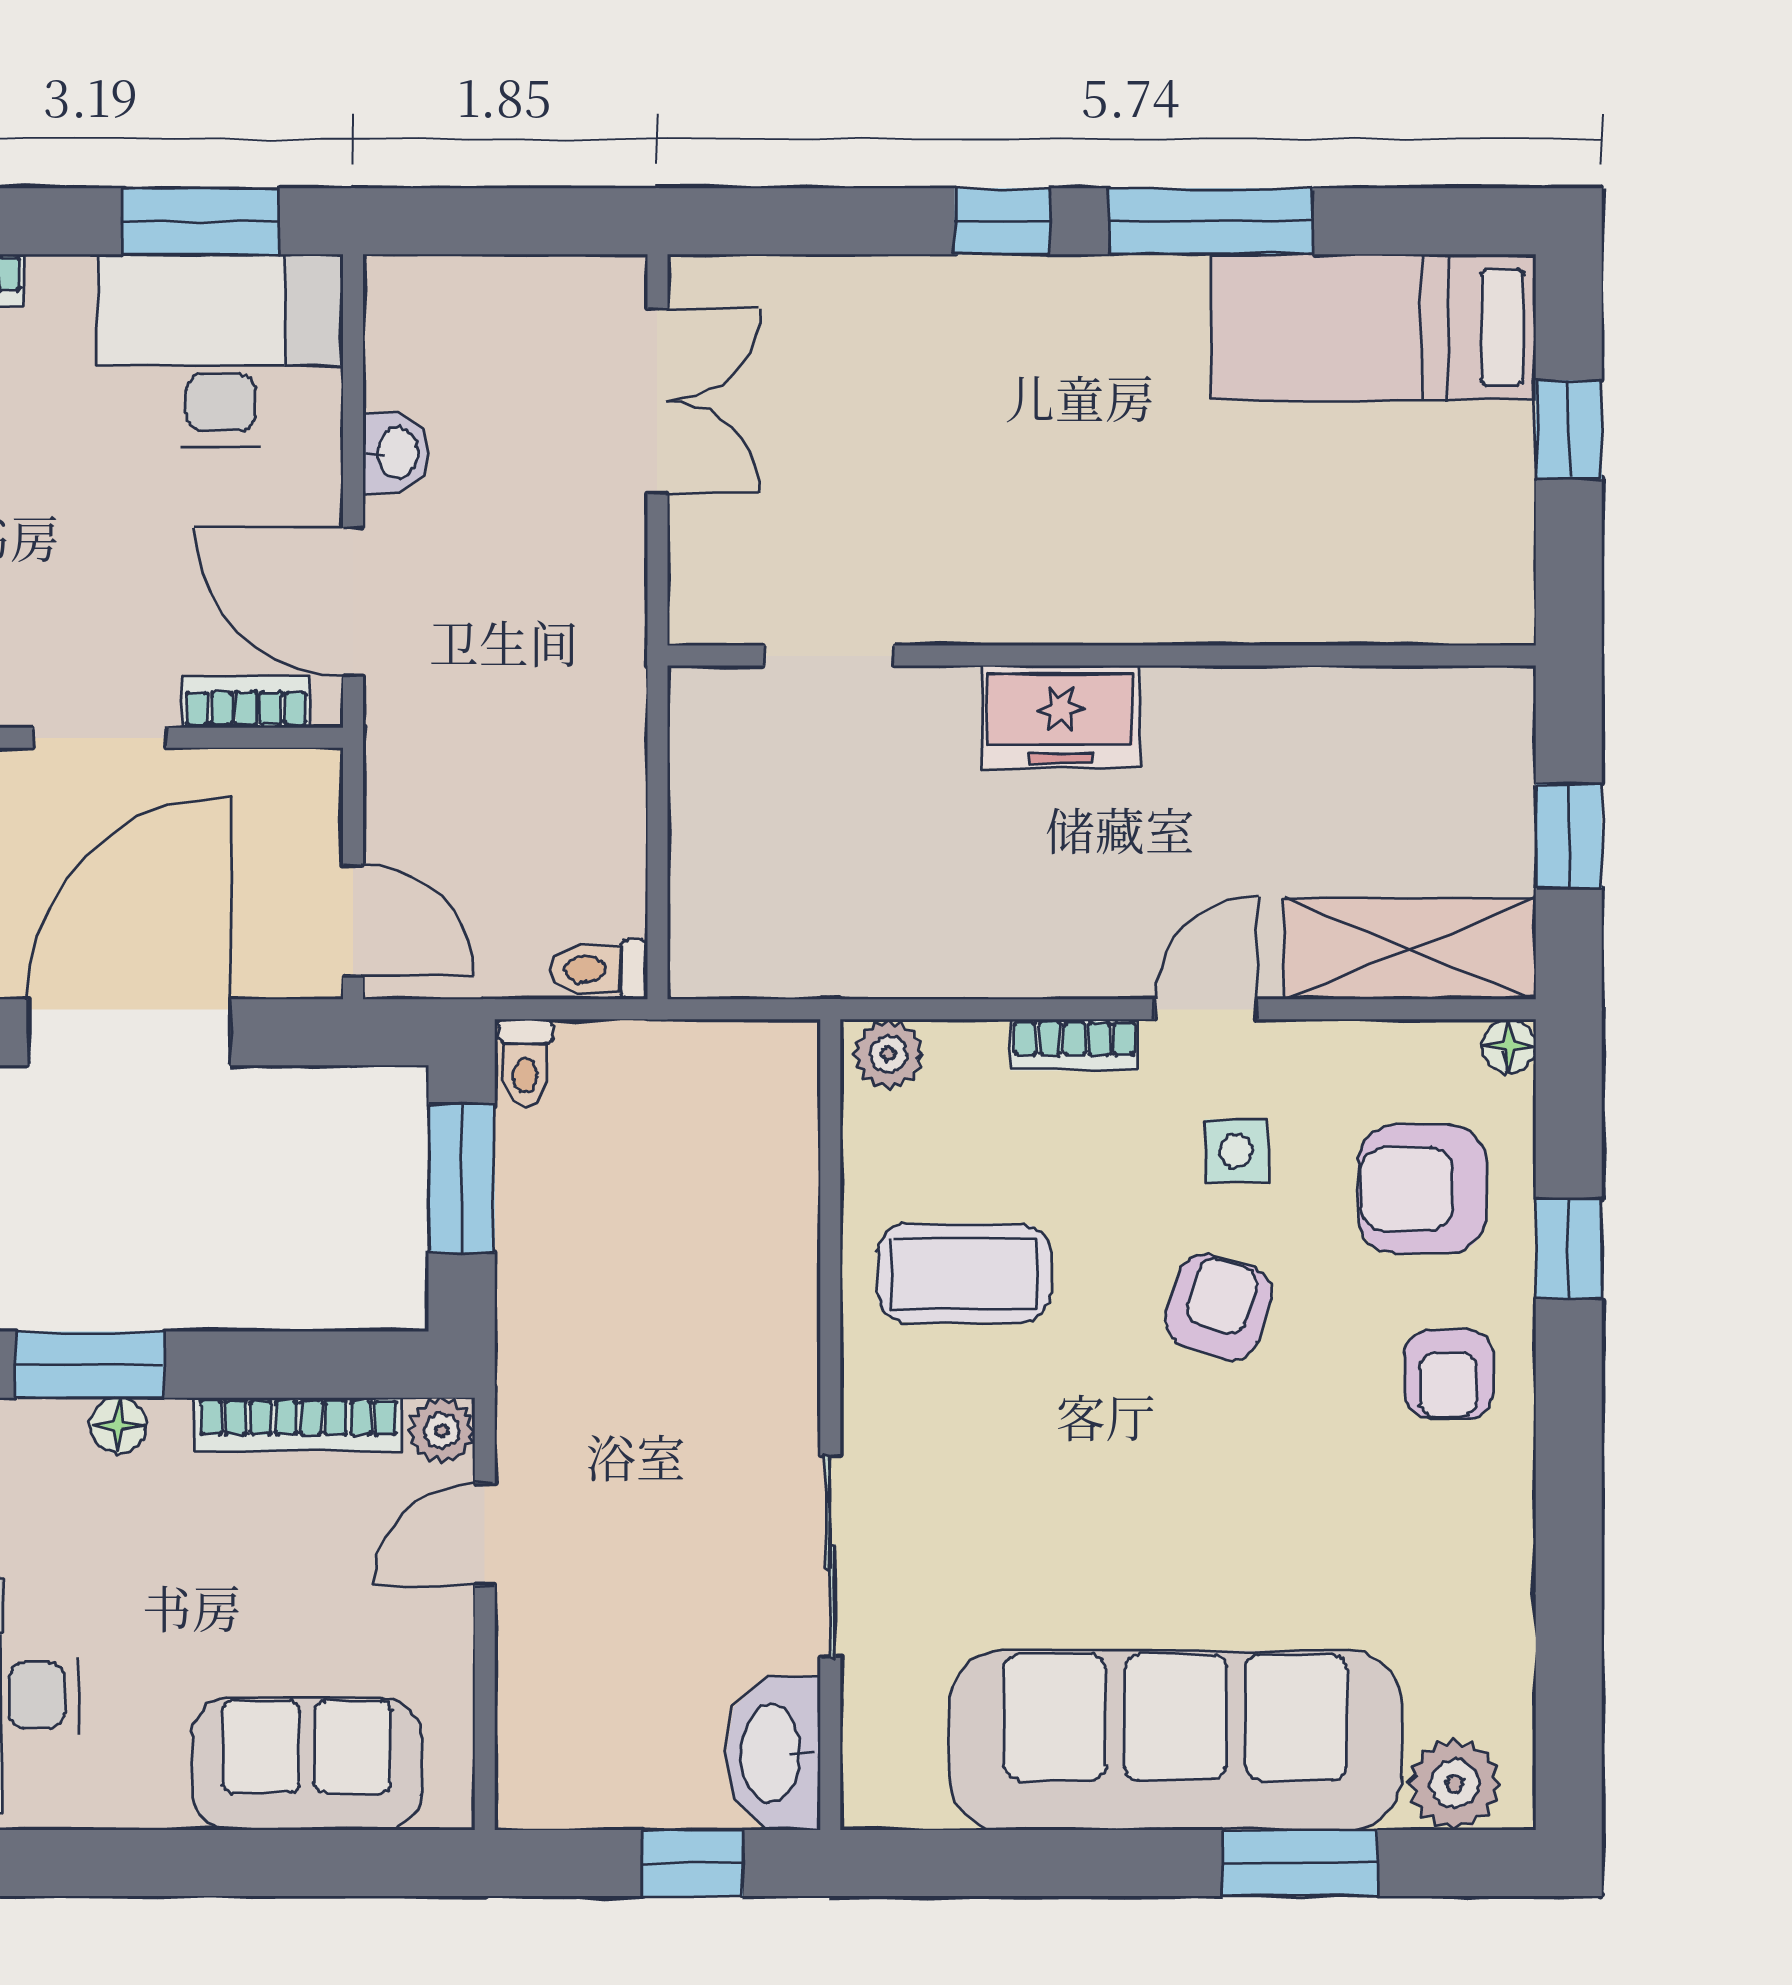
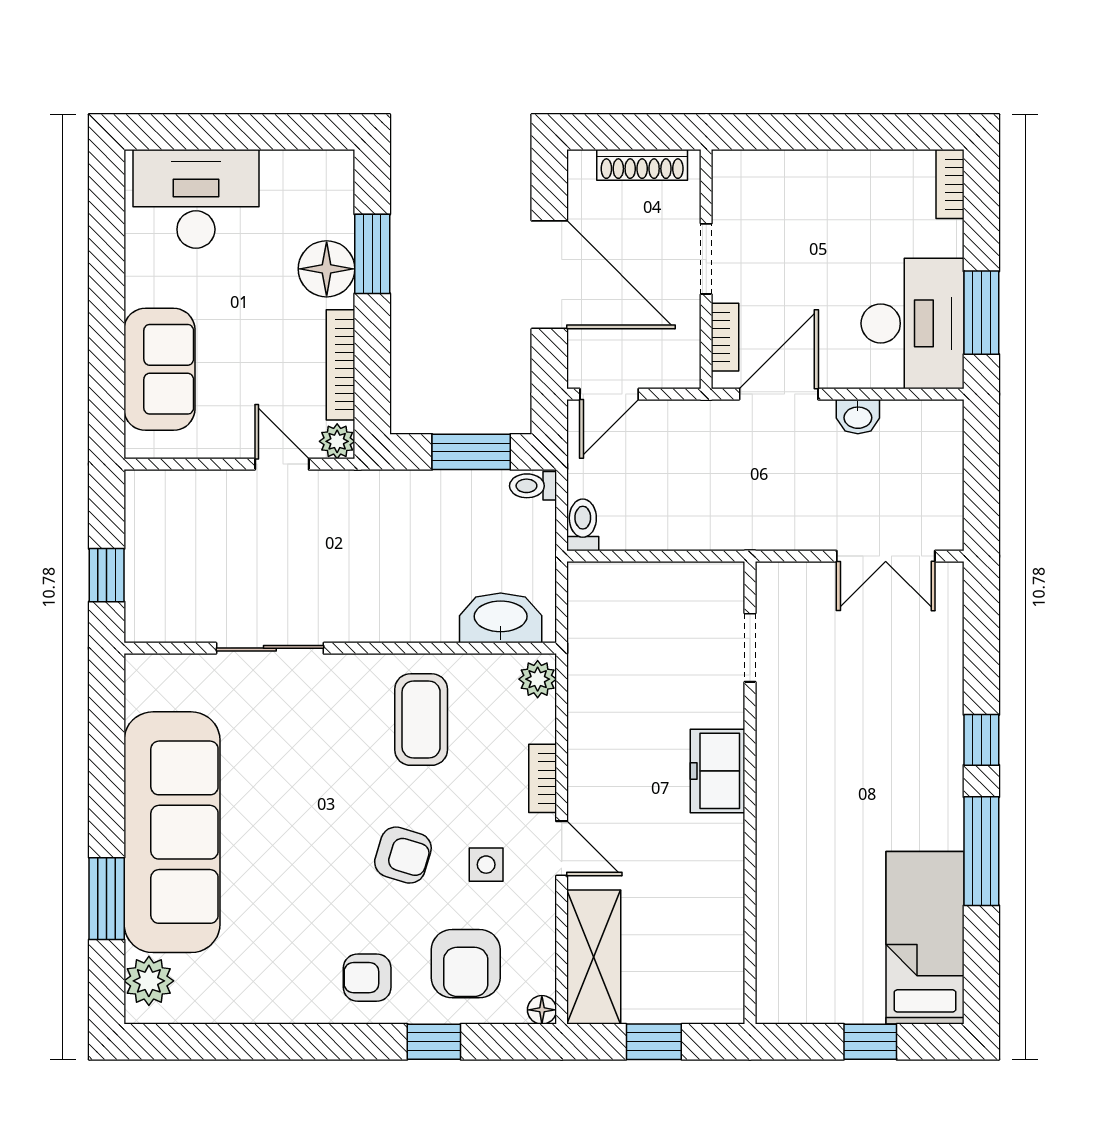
armchair: (1422, 1189) -> (466, 964), turned 180
floor lamp: (118, 1426) -> (327, 269), width x1.89, depth x1.89
washbasin: (773, 1753) -> (501, 618), moved

